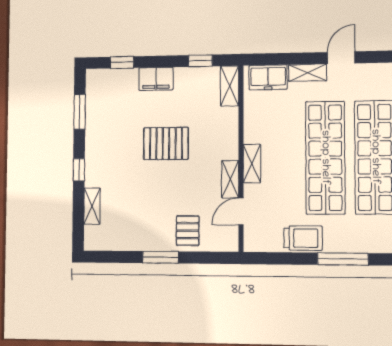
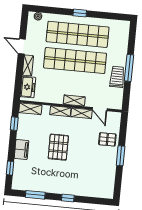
shelving: (92, 206) -> (60, 111), moved
window: (343, 259) -> (129, 68), moved

